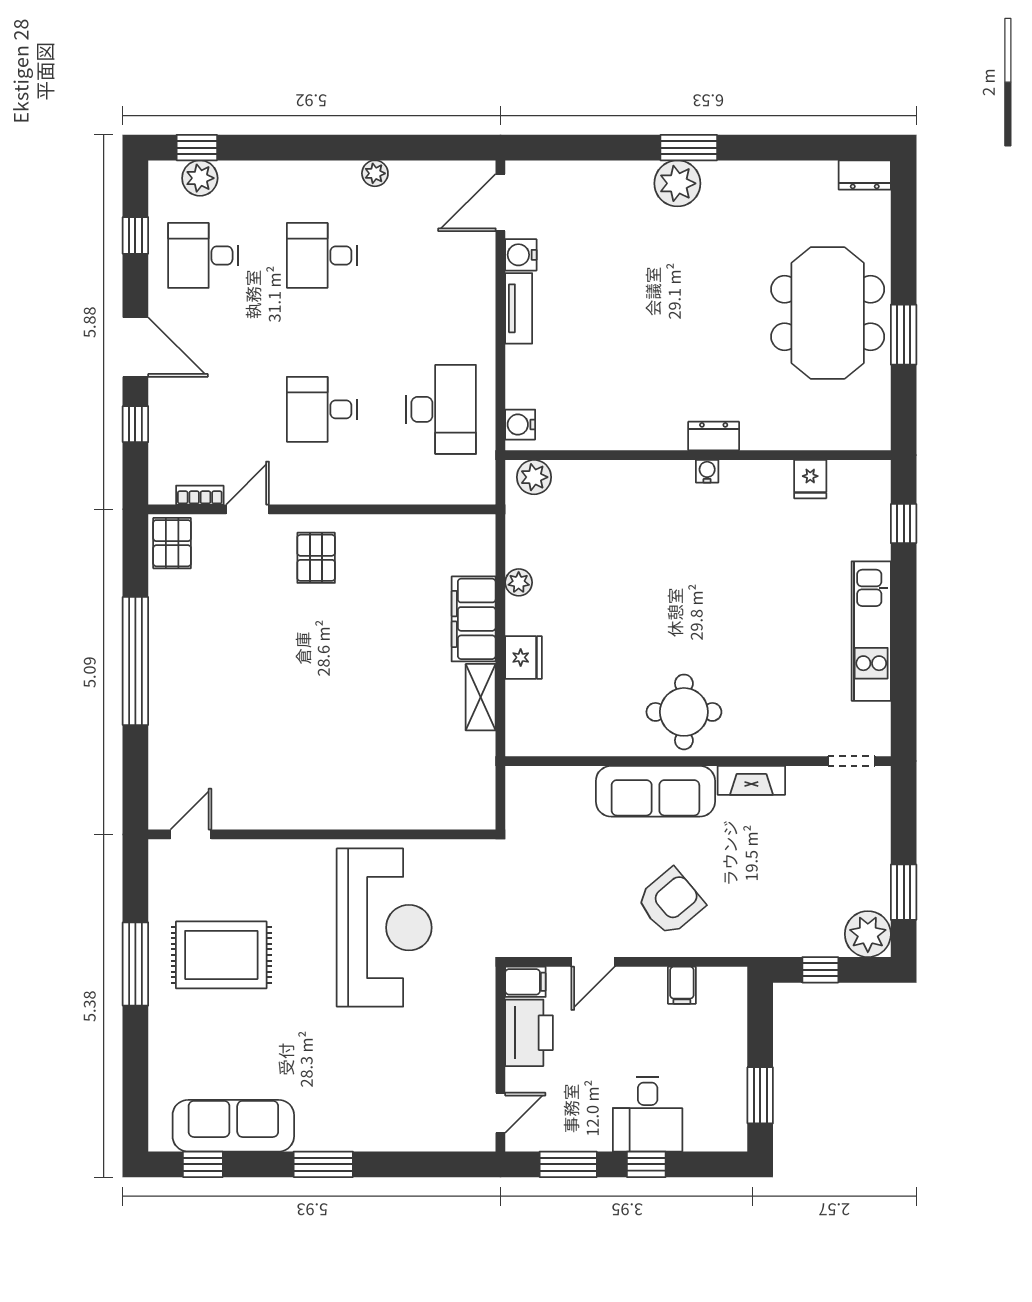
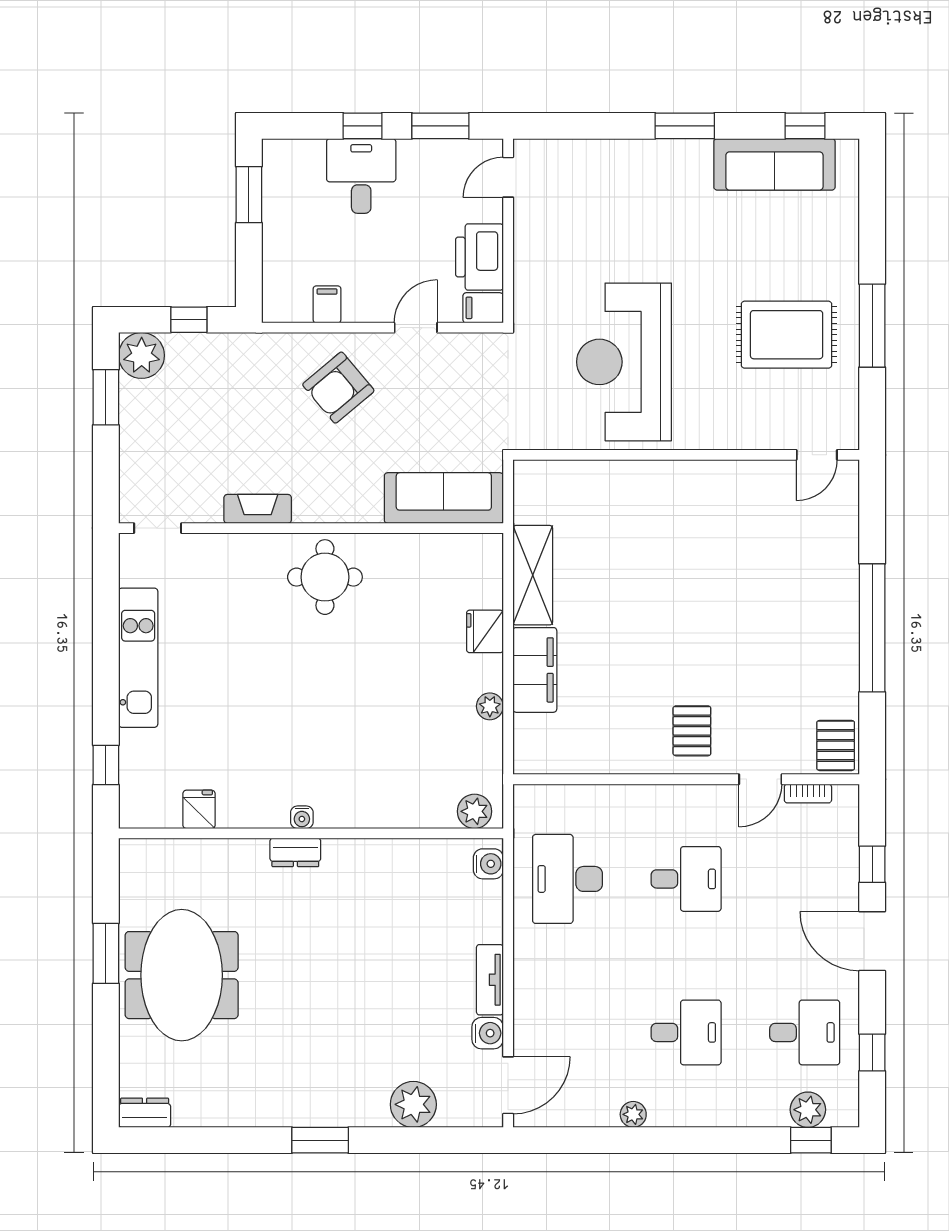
plant: (677, 183) -> (413, 1104), moved
shelving: (481, 697) -> (533, 575), width x1.50, depth x1.33
sofa: (655, 791) -> (444, 498), moved

